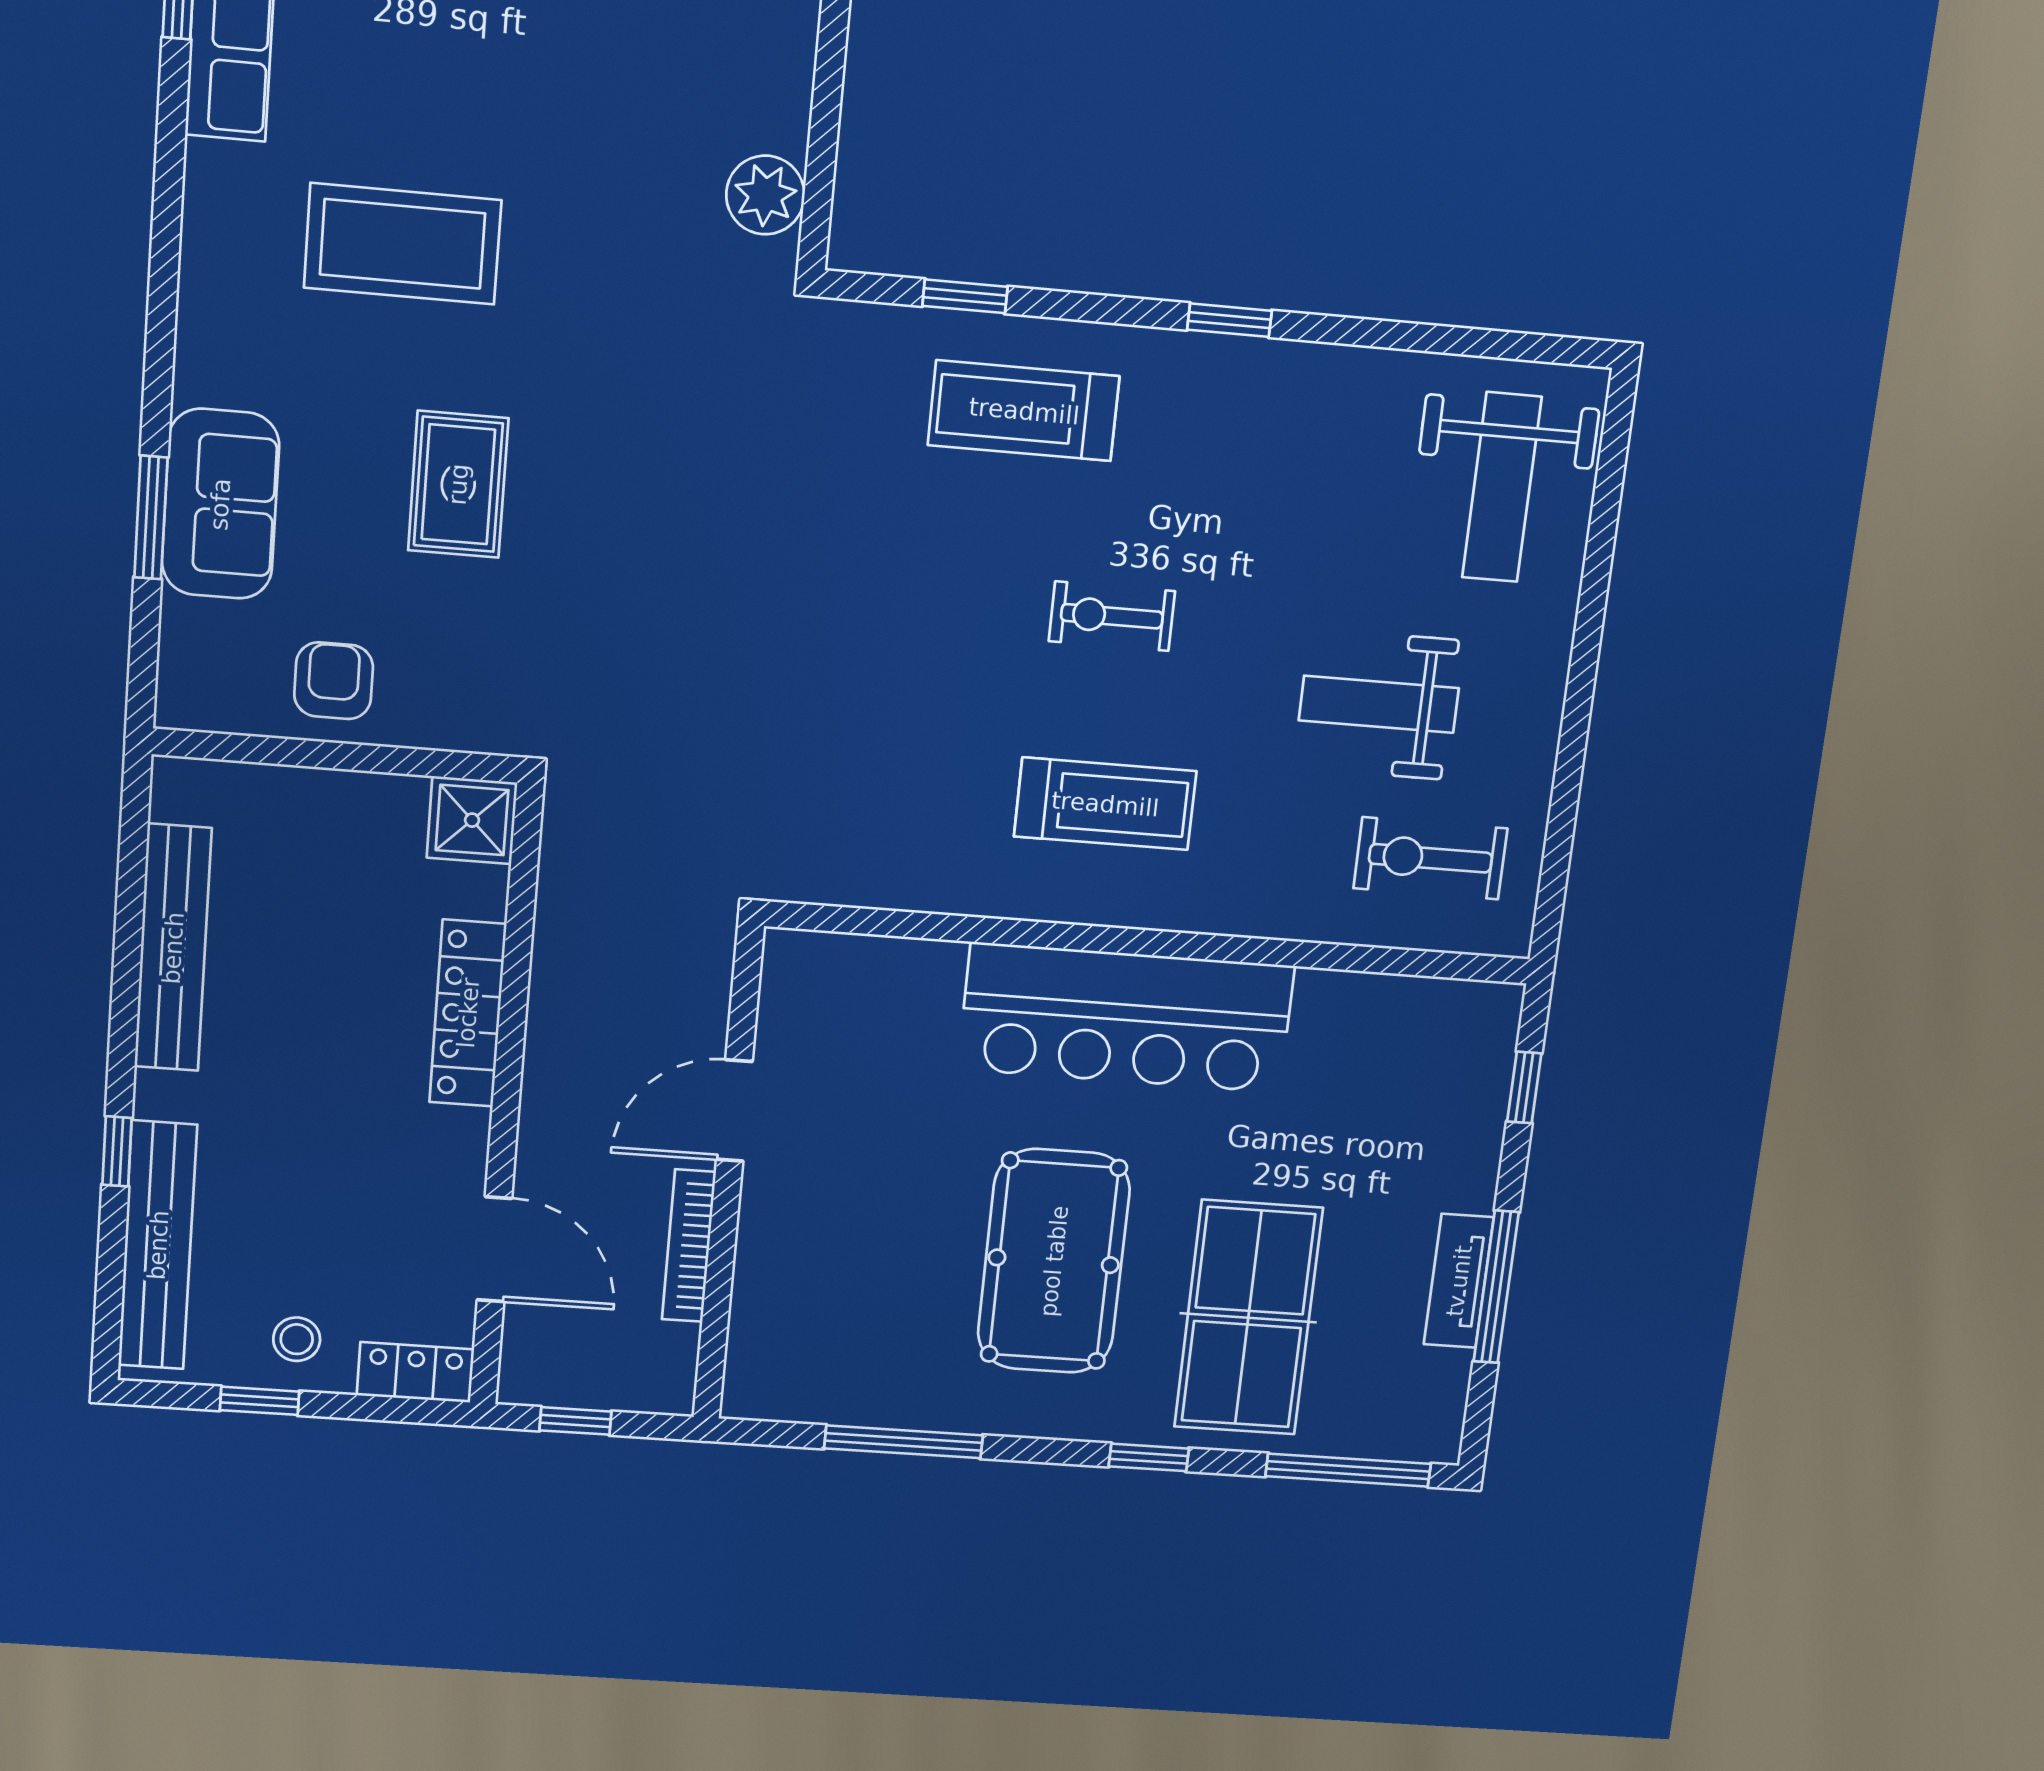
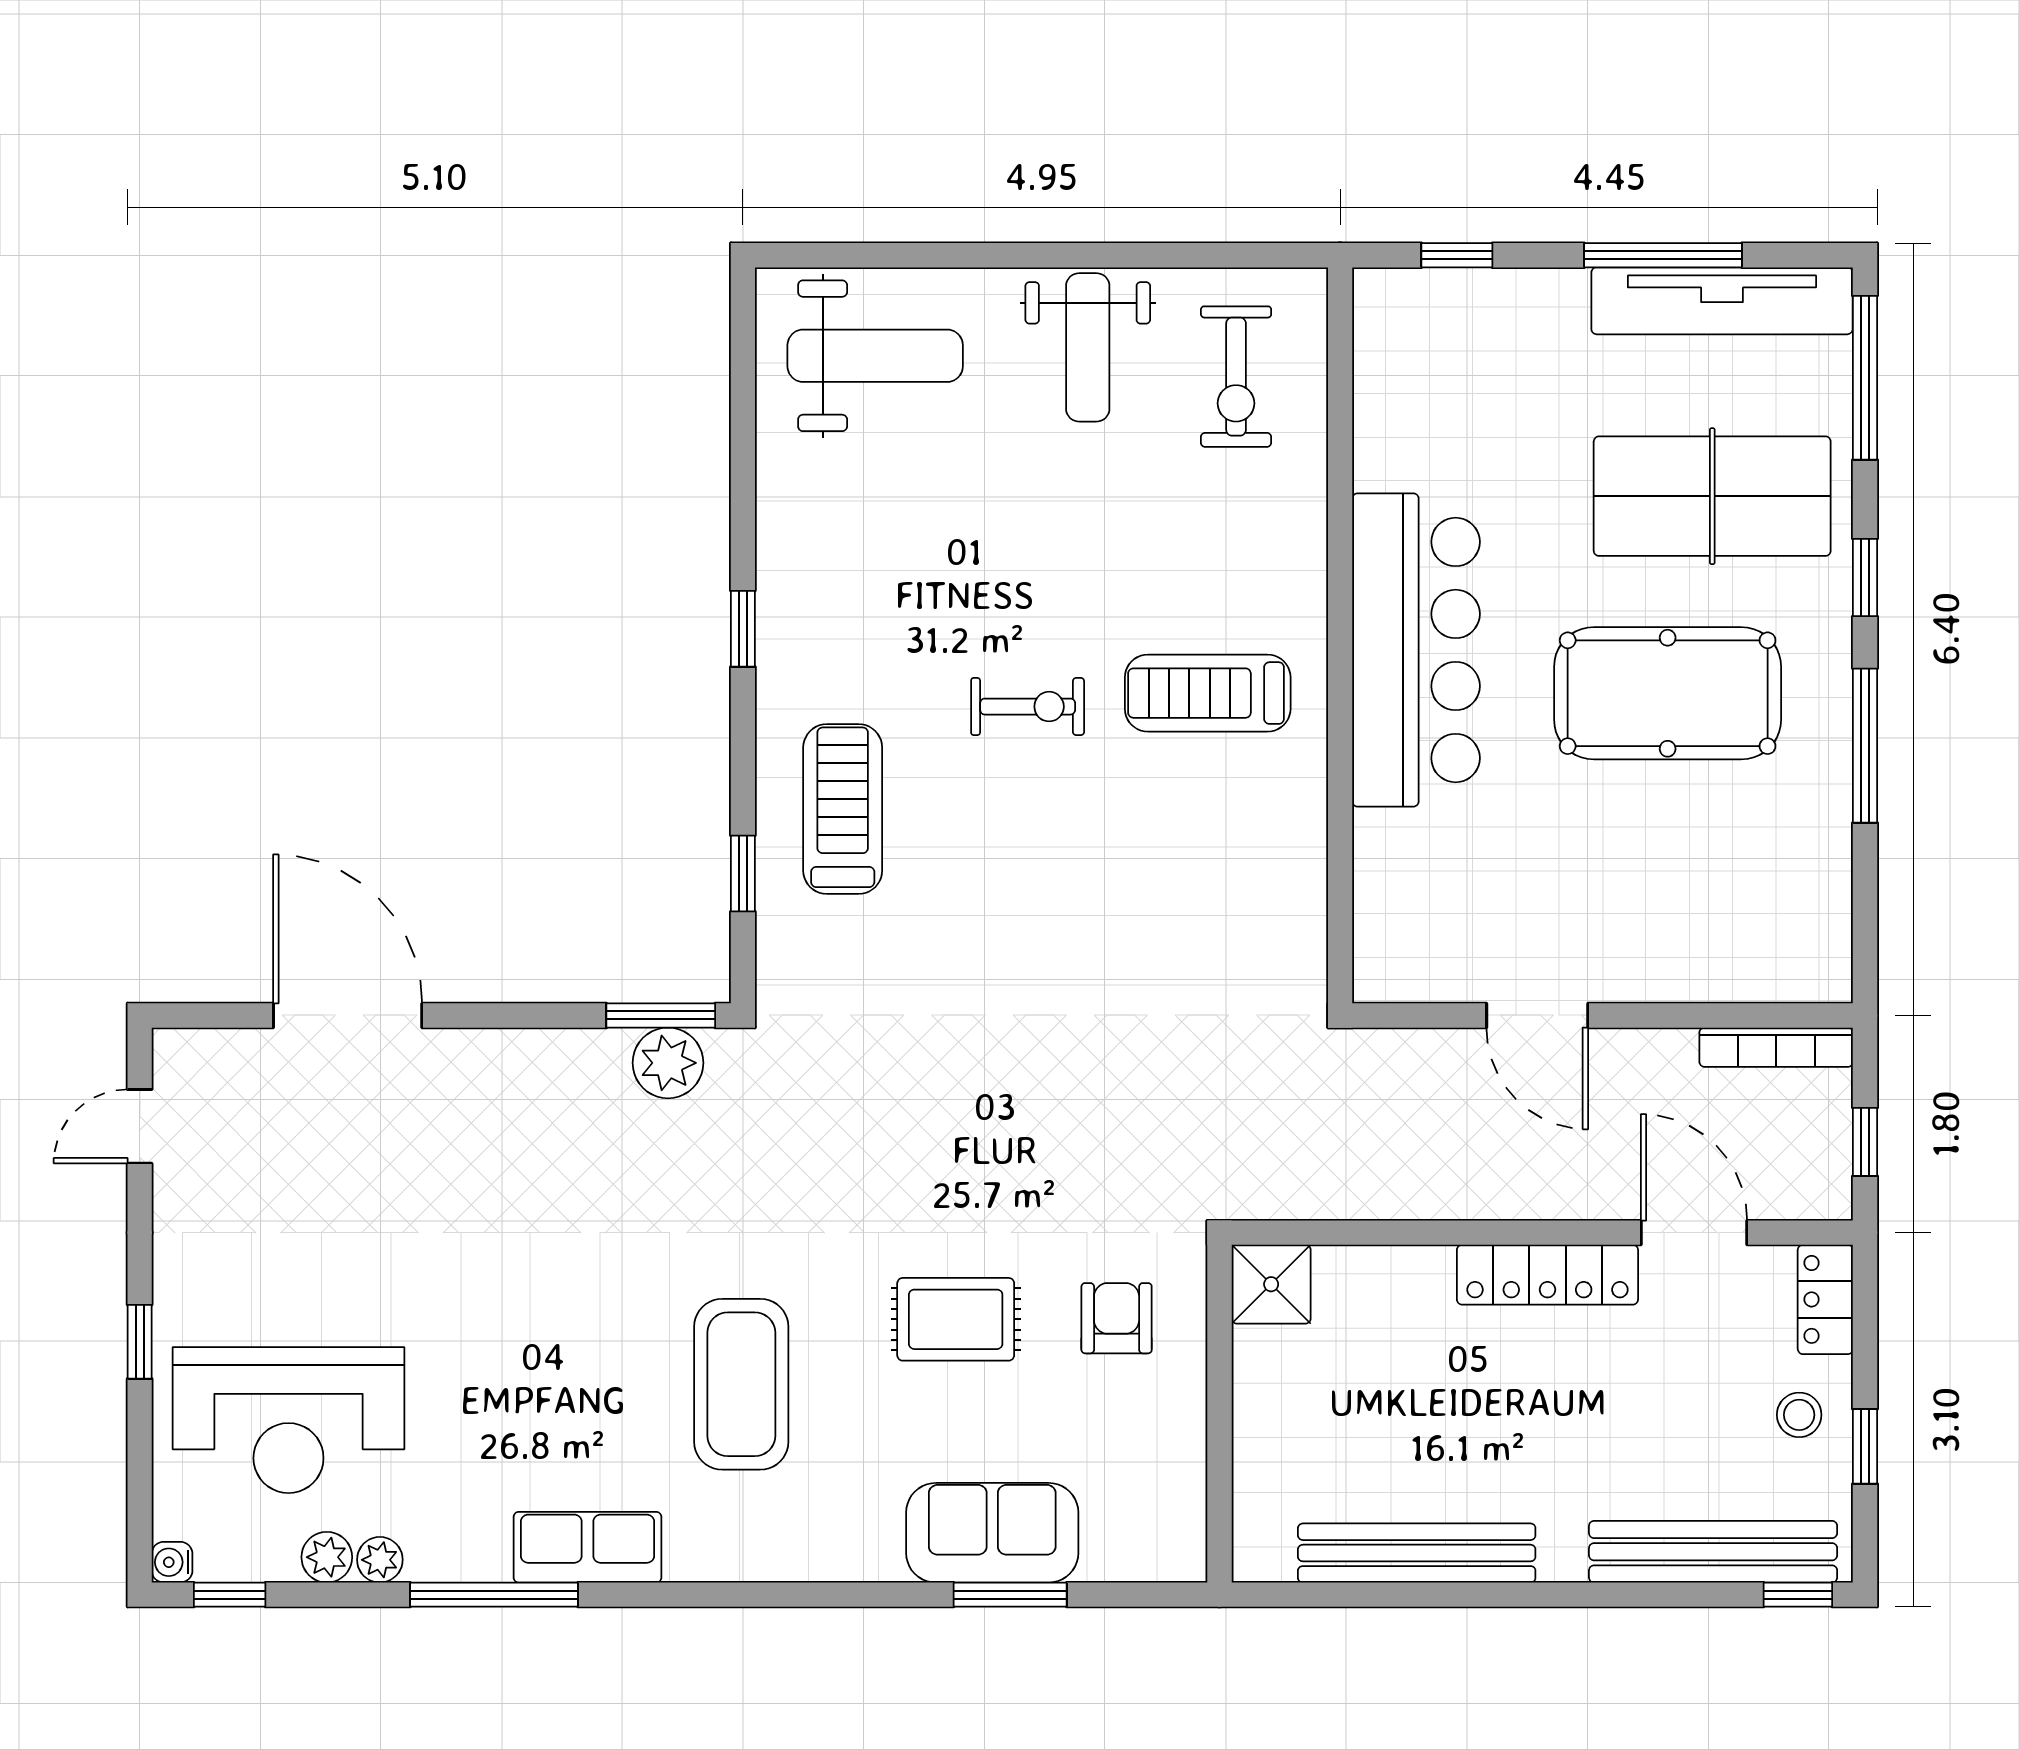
window: (818, 192) -> (661, 1015), added
treadmill: (1024, 411) -> (843, 809), turned 180
exercise bike: (1112, 616) -> (1028, 707), turned -90
armchair: (334, 681) -> (1117, 1318), moved, turned 90
weight bench: (1379, 704) -> (1088, 347), moved
treadmill: (1105, 804) -> (1208, 693), turned -90
locker: (468, 1013) -> (1547, 1275), moved
window: (117, 1151) -> (1798, 1595), moved
bookcase: (689, 1246) -> (1776, 1047), moved
door: (494, 1249) -> (1694, 1233), hinge flipped
tv unit: (1459, 1281) -> (1722, 301), width x1.92, depth x1.29
window: (903, 1442) -> (1865, 746), moved

